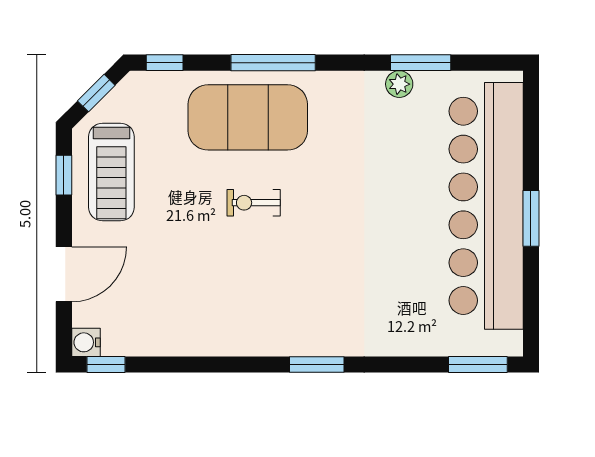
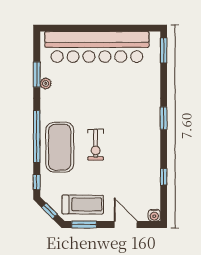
window: (273, 63) -> (37, 137), width x1.46
window: (64, 175) -> (84, 225), width x1.50
exercise bike: (254, 203) -> (96, 145), width x1.38, depth x1.39
window: (531, 218) -> (102, 28), removed
window: (106, 364) -> (164, 177), moved

